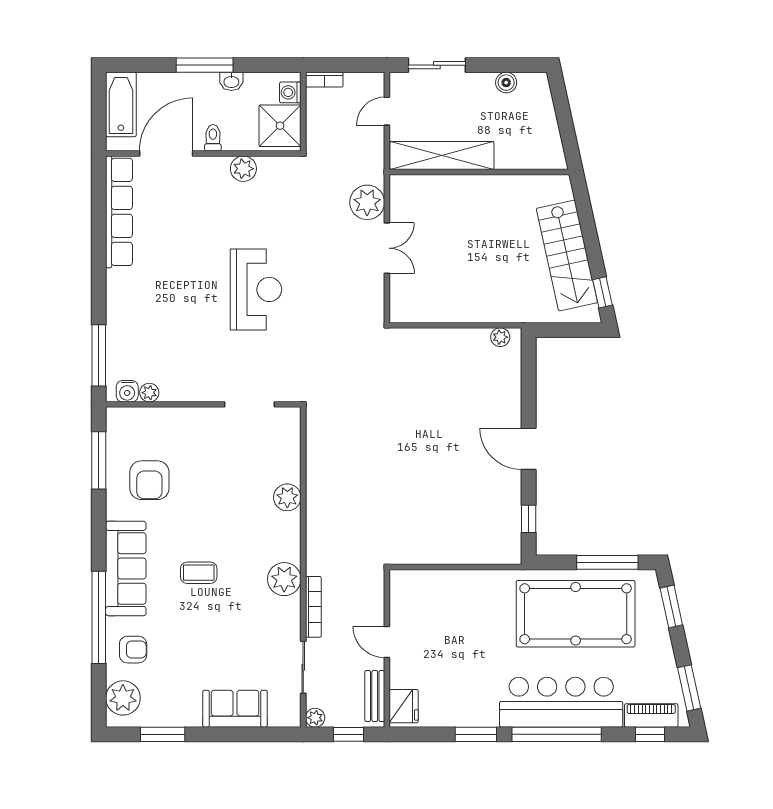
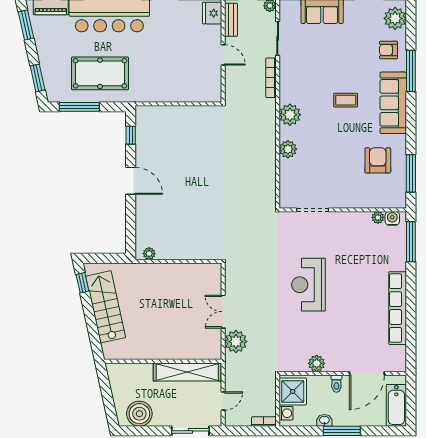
boiler: (506, 83) -> (139, 414), width x1.86, depth x1.86
row of seats: (119, 212) -> (398, 308), moved
plant: (284, 579) -> (290, 115), moved
pool table: (576, 614) -> (100, 73), width x0.73, depth x0.76
window: (99, 617) -> (411, 71), width x0.68

